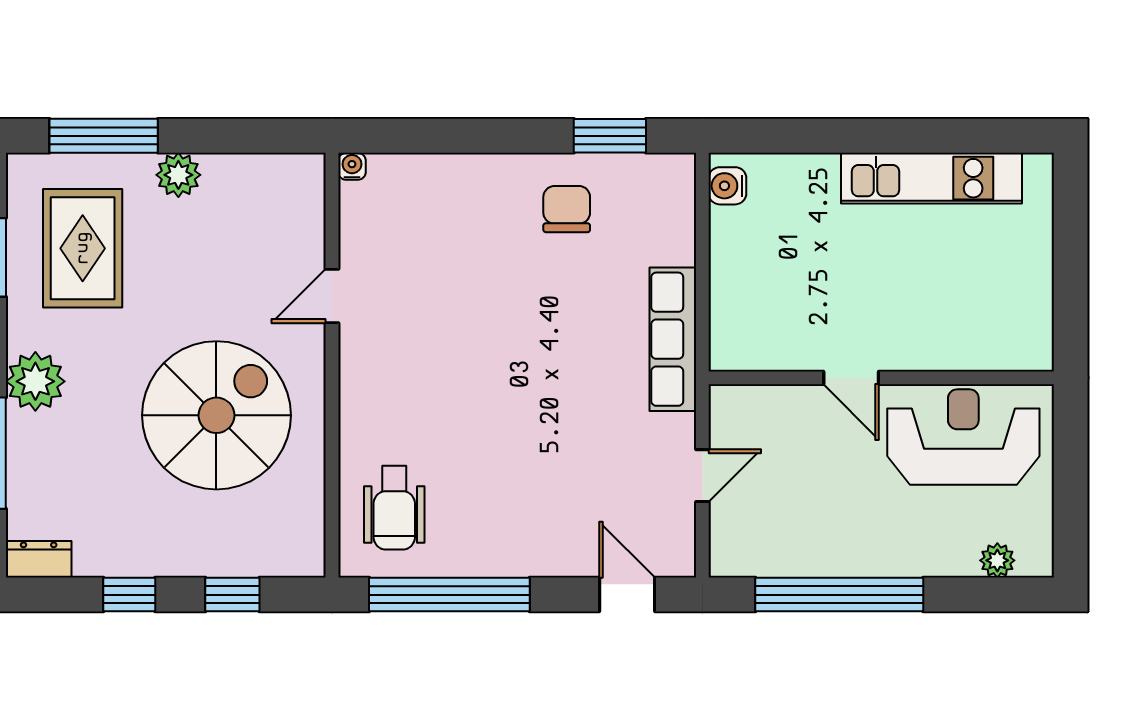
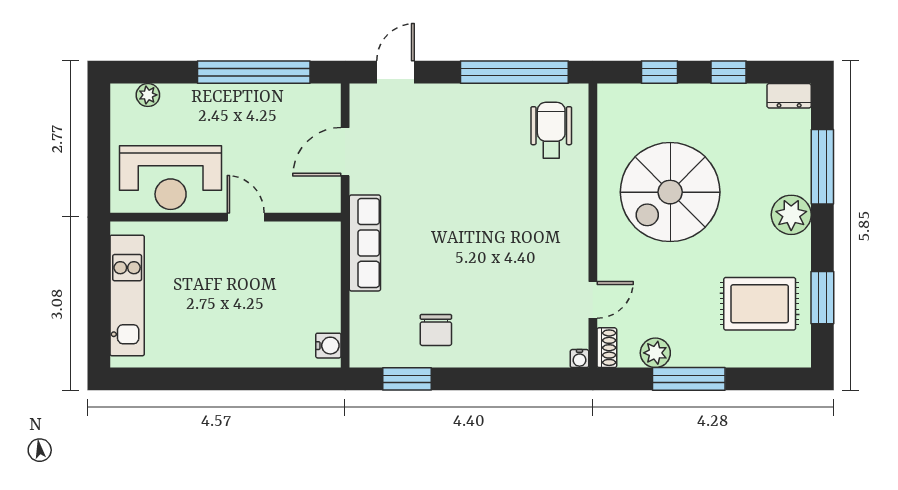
window: (104, 136) -> (689, 379), moved
plant: (178, 175) -> (655, 353), moved
kitchen unit: (932, 178) -> (127, 295), moved, turned 90
shoe rack: (311, 183) -> (607, 348), added
rug: (83, 248) -> (760, 304), turned 90
door: (332, 296) -> (593, 300), moved
door: (702, 476) -> (345, 152), width x1.38
door: (627, 595) -> (396, 72), swing flipped

